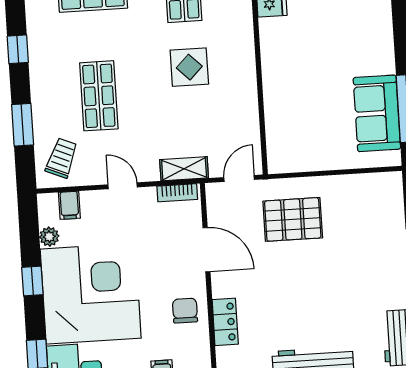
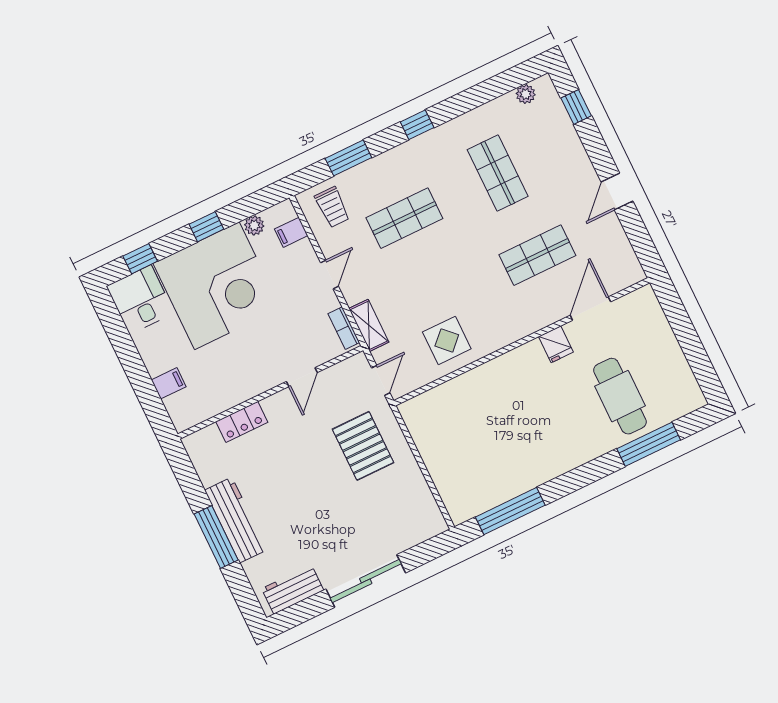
display table: (189, 67) -> (447, 340), moved
sofa: (377, 113) -> (494, 484), removed
trolley: (62, 158) -> (332, 207), turned 67
door: (239, 178) -> (381, 380), hinge flipped
door: (206, 250) -> (302, 377), width x0.73
chair: (185, 311) -> (237, 380), removed

